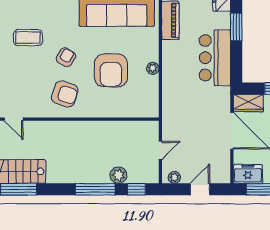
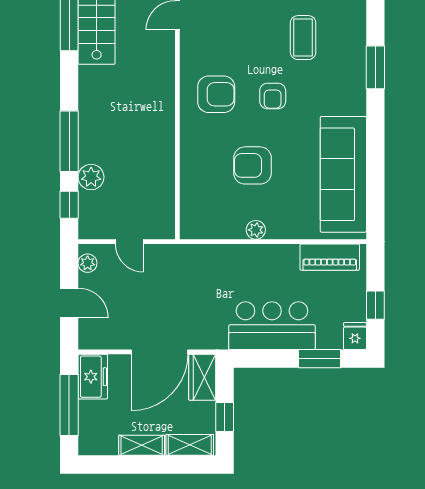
armchair: (66, 57) -> (273, 96), turned 59
armchair: (111, 70) -> (252, 165), width x0.73, depth x0.73
armchair: (65, 94) -> (216, 94), turned -109

